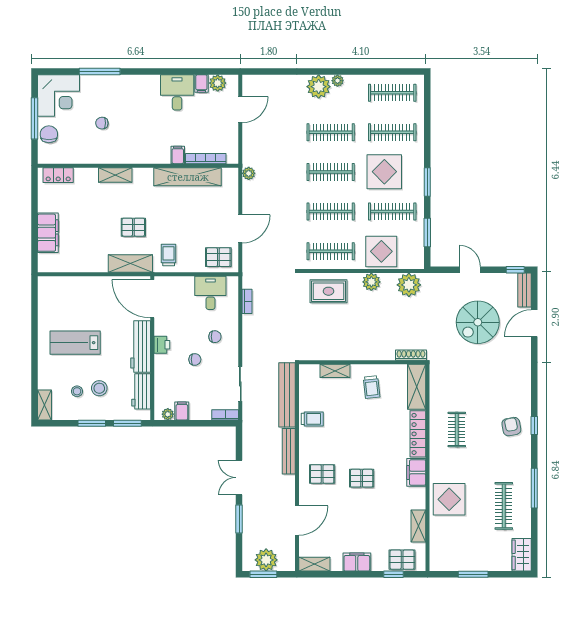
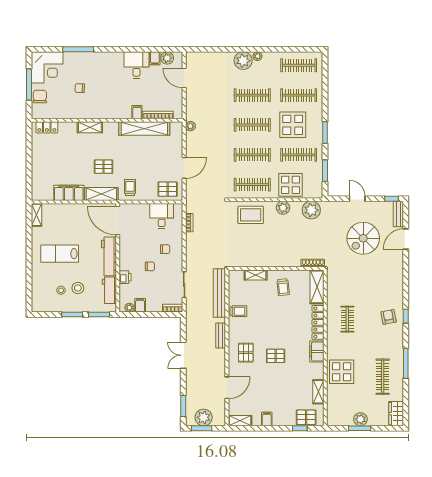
door: (240, 110) -> (184, 78), swing flipped
filing cabinet: (48, 233) -> (69, 193), moved, turned -90
printer: (162, 345) -> (125, 277), moved
shelving: (44, 405) -> (37, 215), moved
bench: (289, 451) -> (221, 336), width x0.73
pallet: (322, 474) -> (246, 353), turned 90
window: (239, 519) -> (183, 406), moved
filing cabinet: (357, 562) -> (267, 419), width x0.50
plant: (474, 562) -> (360, 419), added

